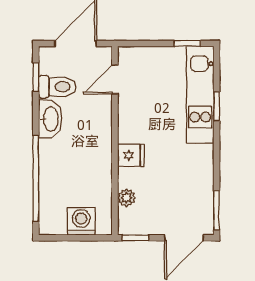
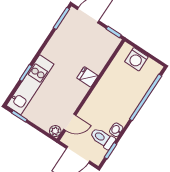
washbasin: (50, 119) -> (116, 130), width x0.52, depth x0.69
plant: (127, 198) -> (55, 131), moved

